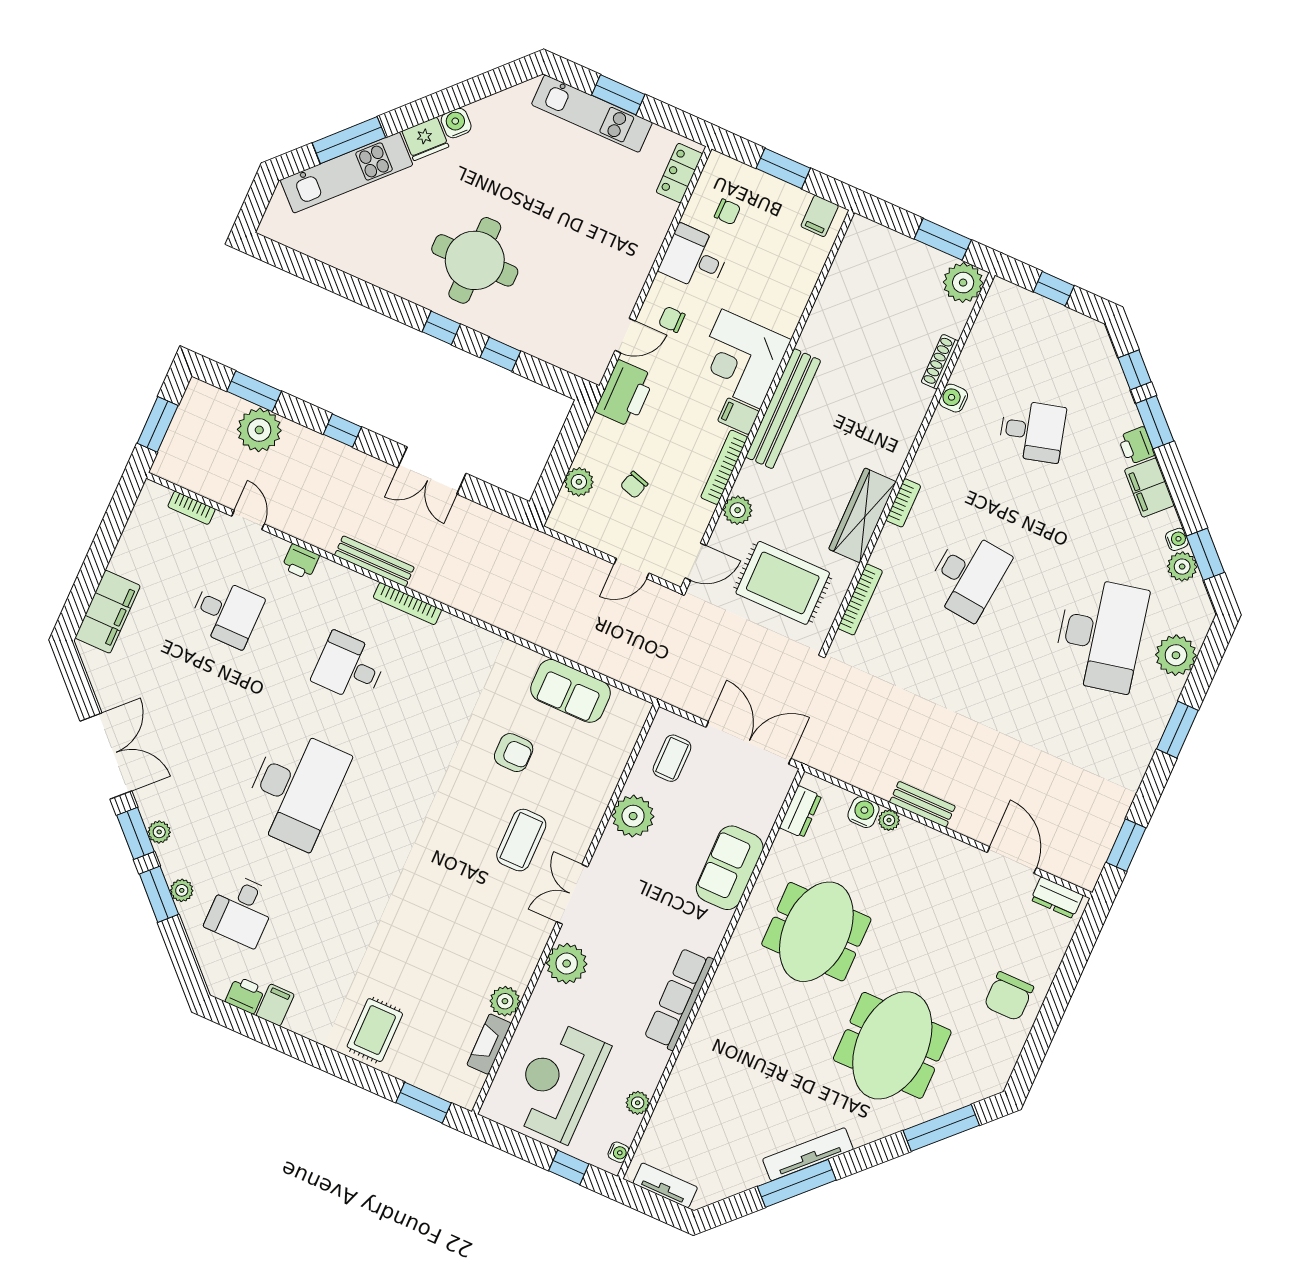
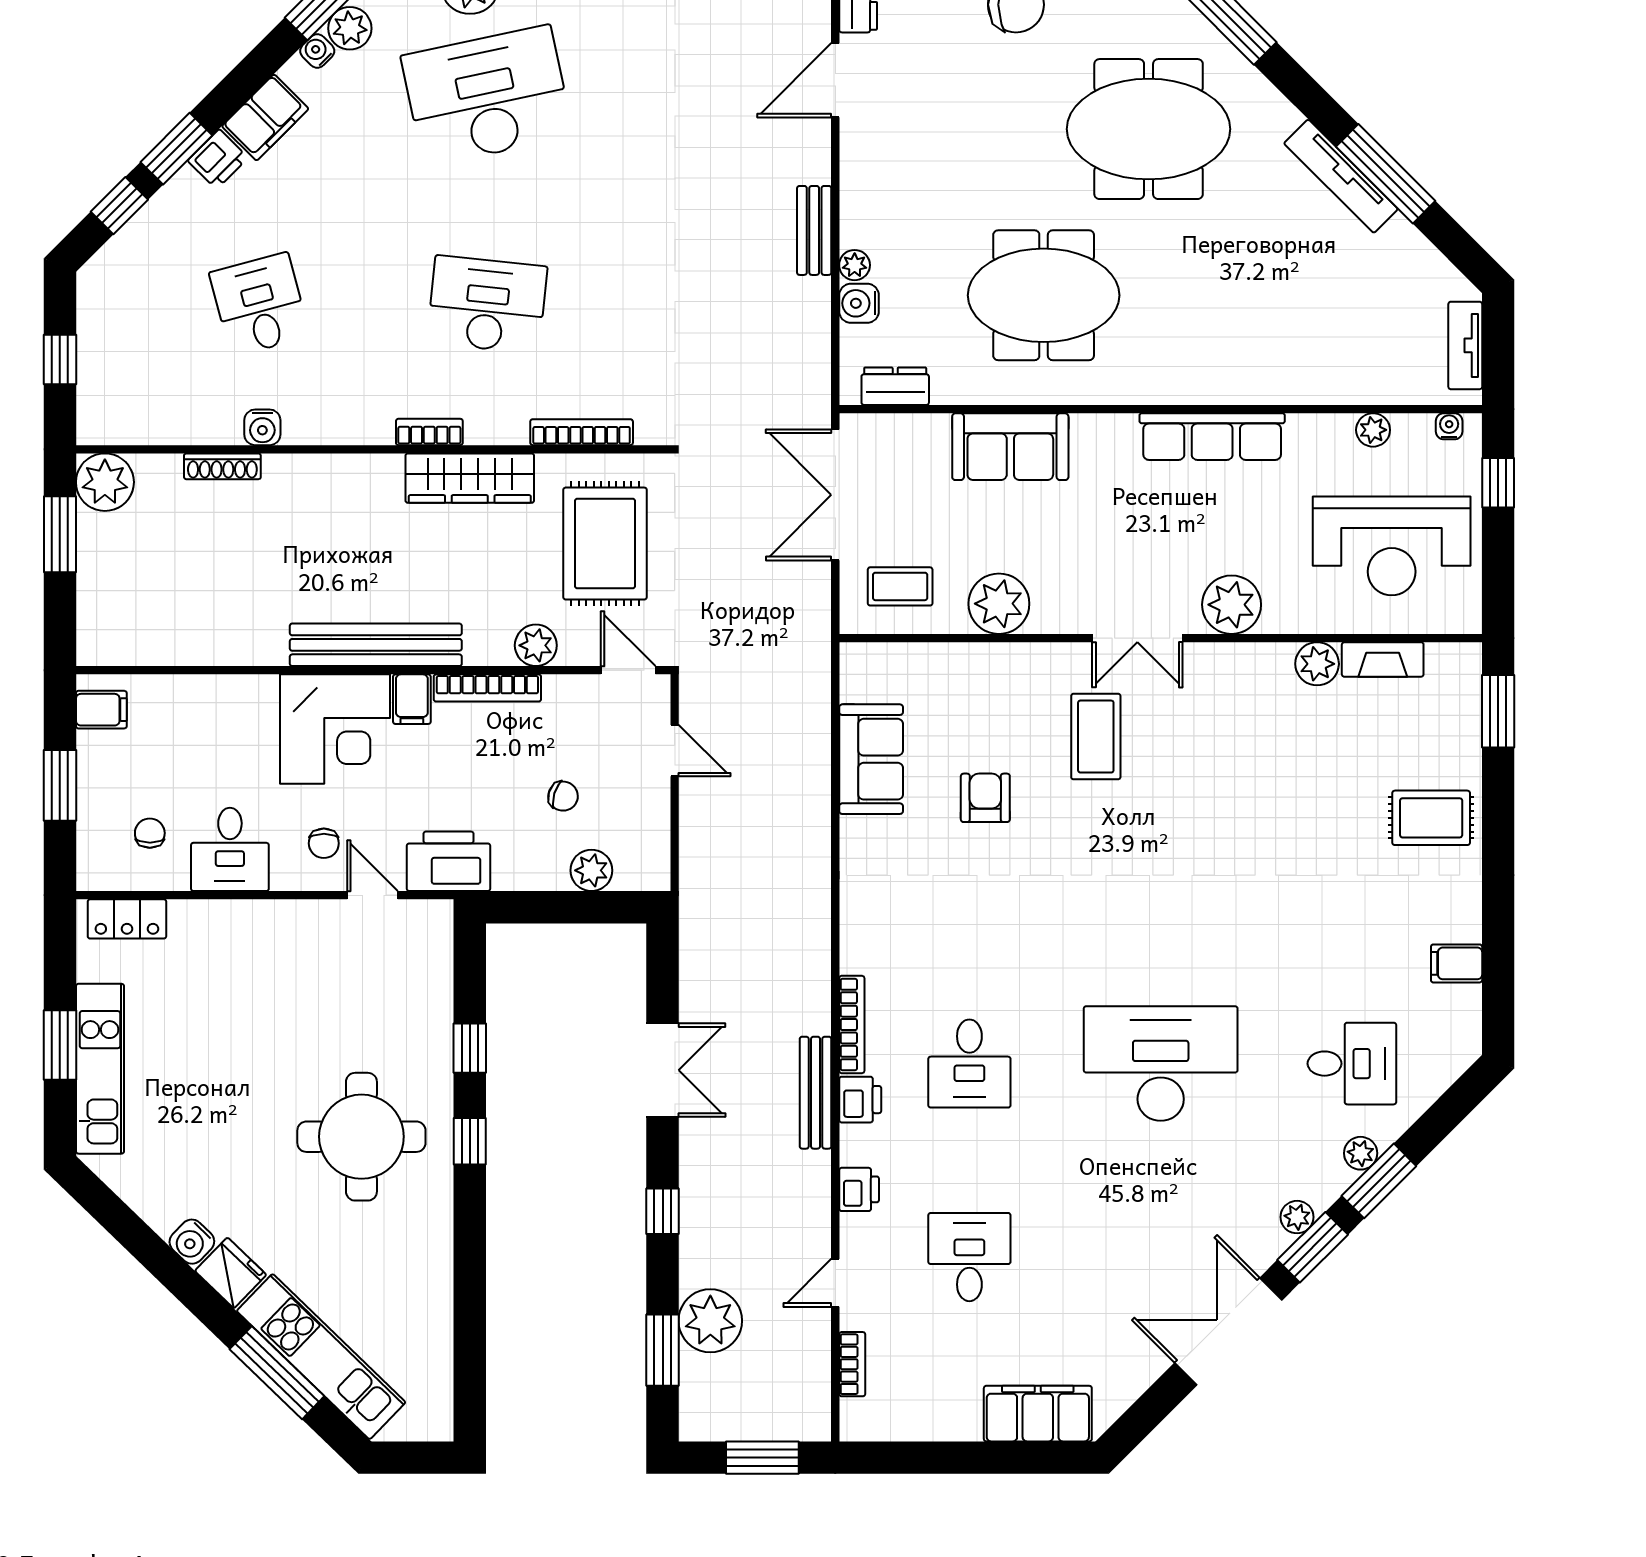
coffee table: (521, 840) -> (1096, 737), turned 90
printer: (245, 995) -> (860, 1100), moved, turned 180

